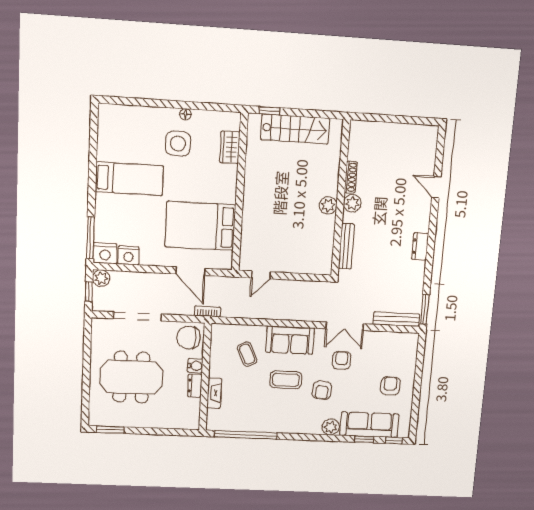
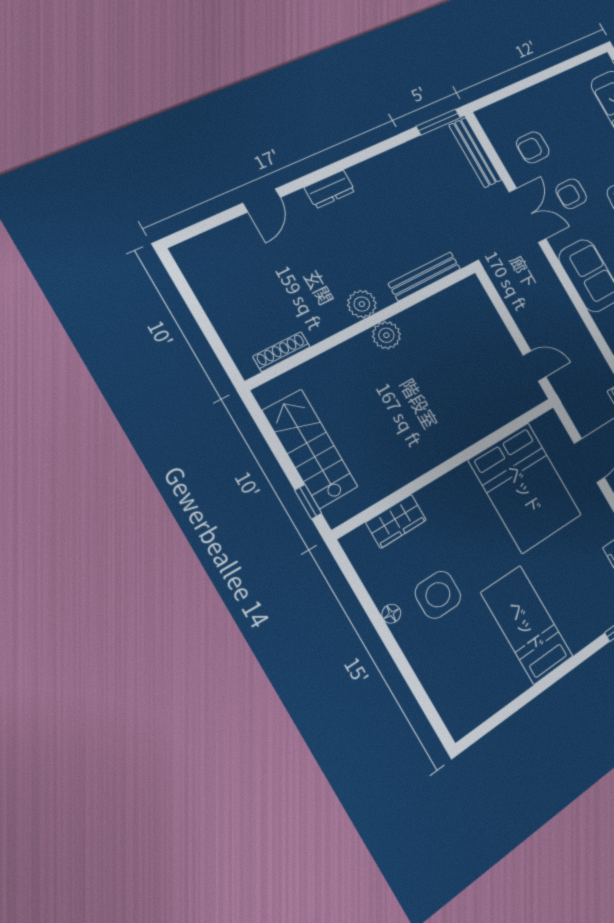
shoe rack: (351, 177) -> (282, 352), moved
dresser: (420, 246) -> (330, 189), moved
armchair: (390, 386) -> (533, 147), moved

